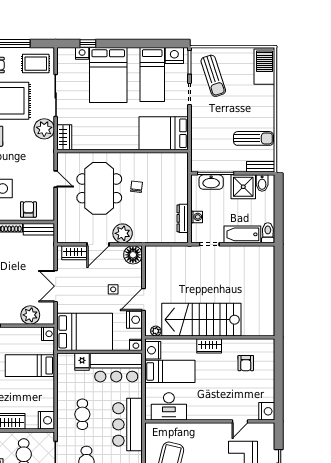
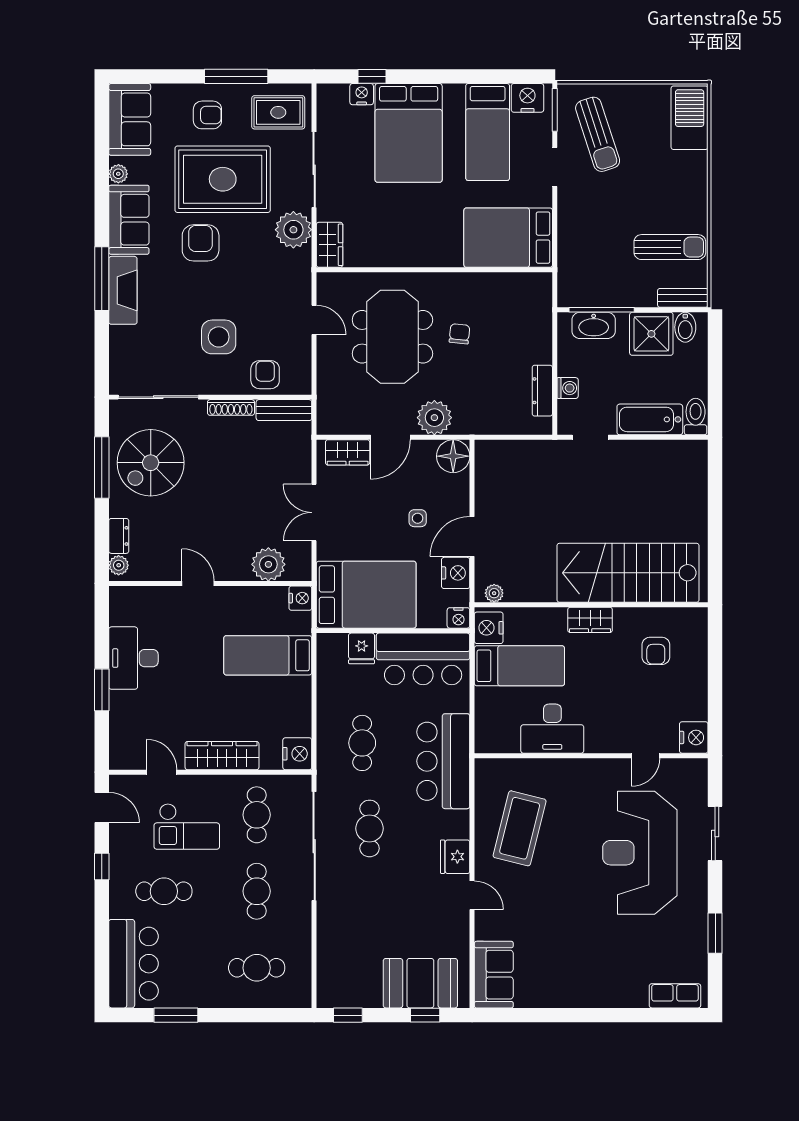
stairs: (201, 320) -> (628, 573), moved
desk: (169, 406) -> (552, 729), moved

